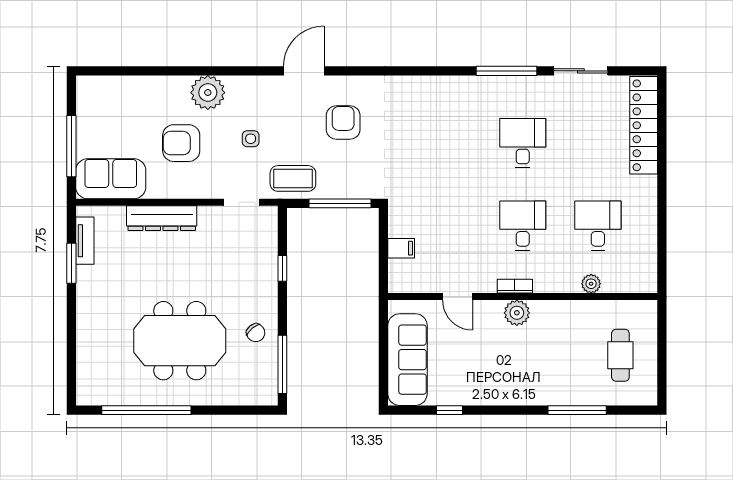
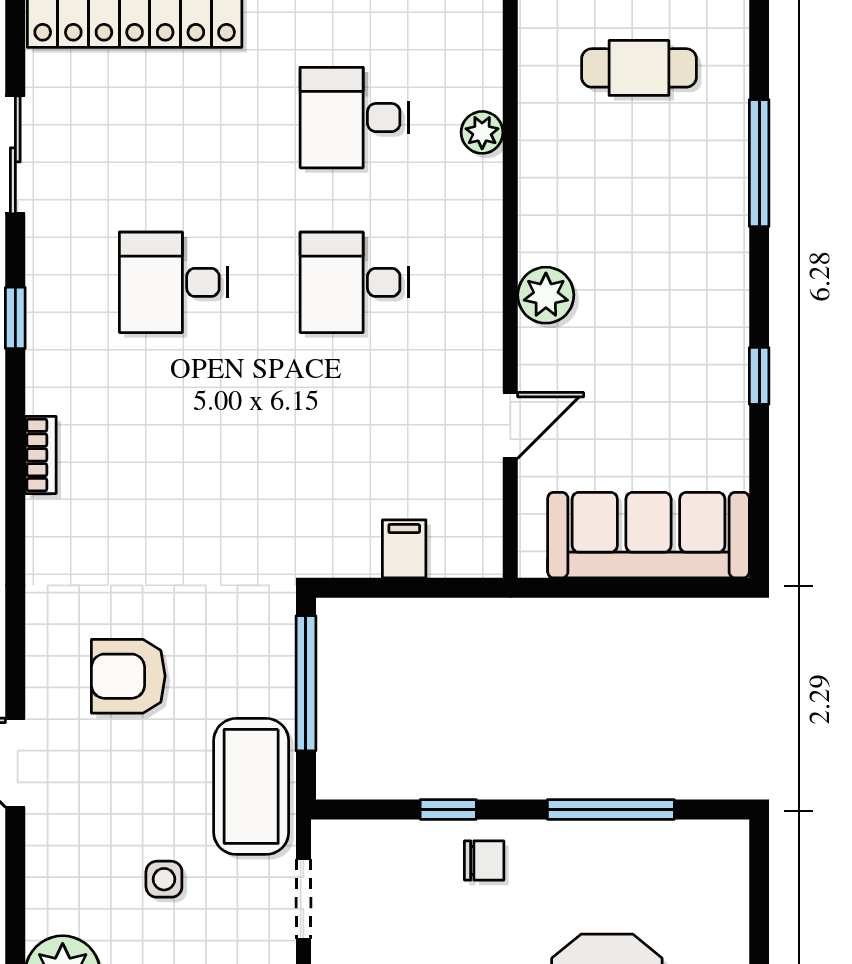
window: (506, 71) -> (15, 318), width x0.46
coffee table: (293, 178) -> (251, 786), width x1.36, depth x1.32
bookcase: (515, 286) -> (41, 455), moved, turned 180
chair: (256, 333) -> (484, 860), moved, turned 39
window: (282, 364) -> (611, 809), moved
window: (450, 410) -> (759, 376), moved

